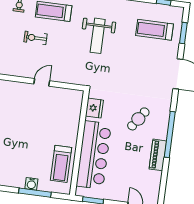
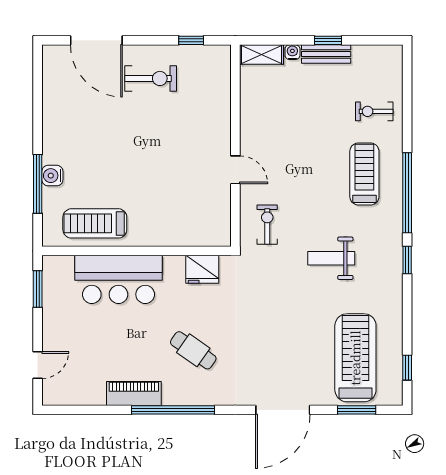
treadmill: (154, 30) -> (355, 358), width x1.37, depth x1.38
weight bench: (98, 36) -> (331, 258), width x0.73, depth x0.75
exercise bike: (35, 38) -> (267, 225), moved
bar counter: (94, 155) -> (118, 279), width x0.73

